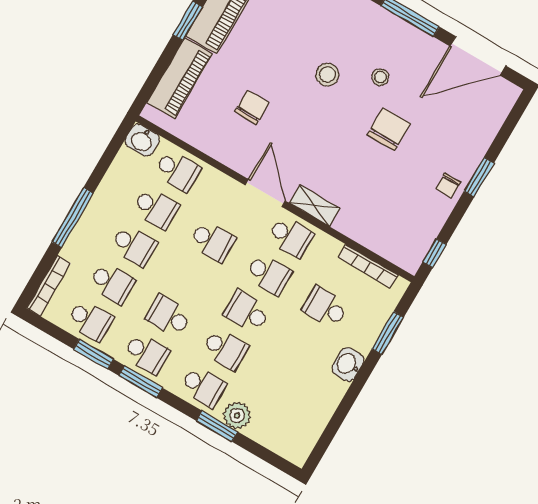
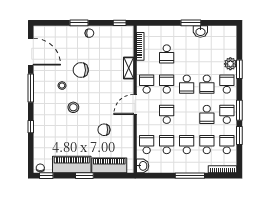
shelving: (315, 206) -> (129, 68), moved
window: (388, 333) -> (191, 23), moved
school desk: (225, 349) -> (207, 84), turned 180
washbasin: (348, 364) -> (200, 32), moved

